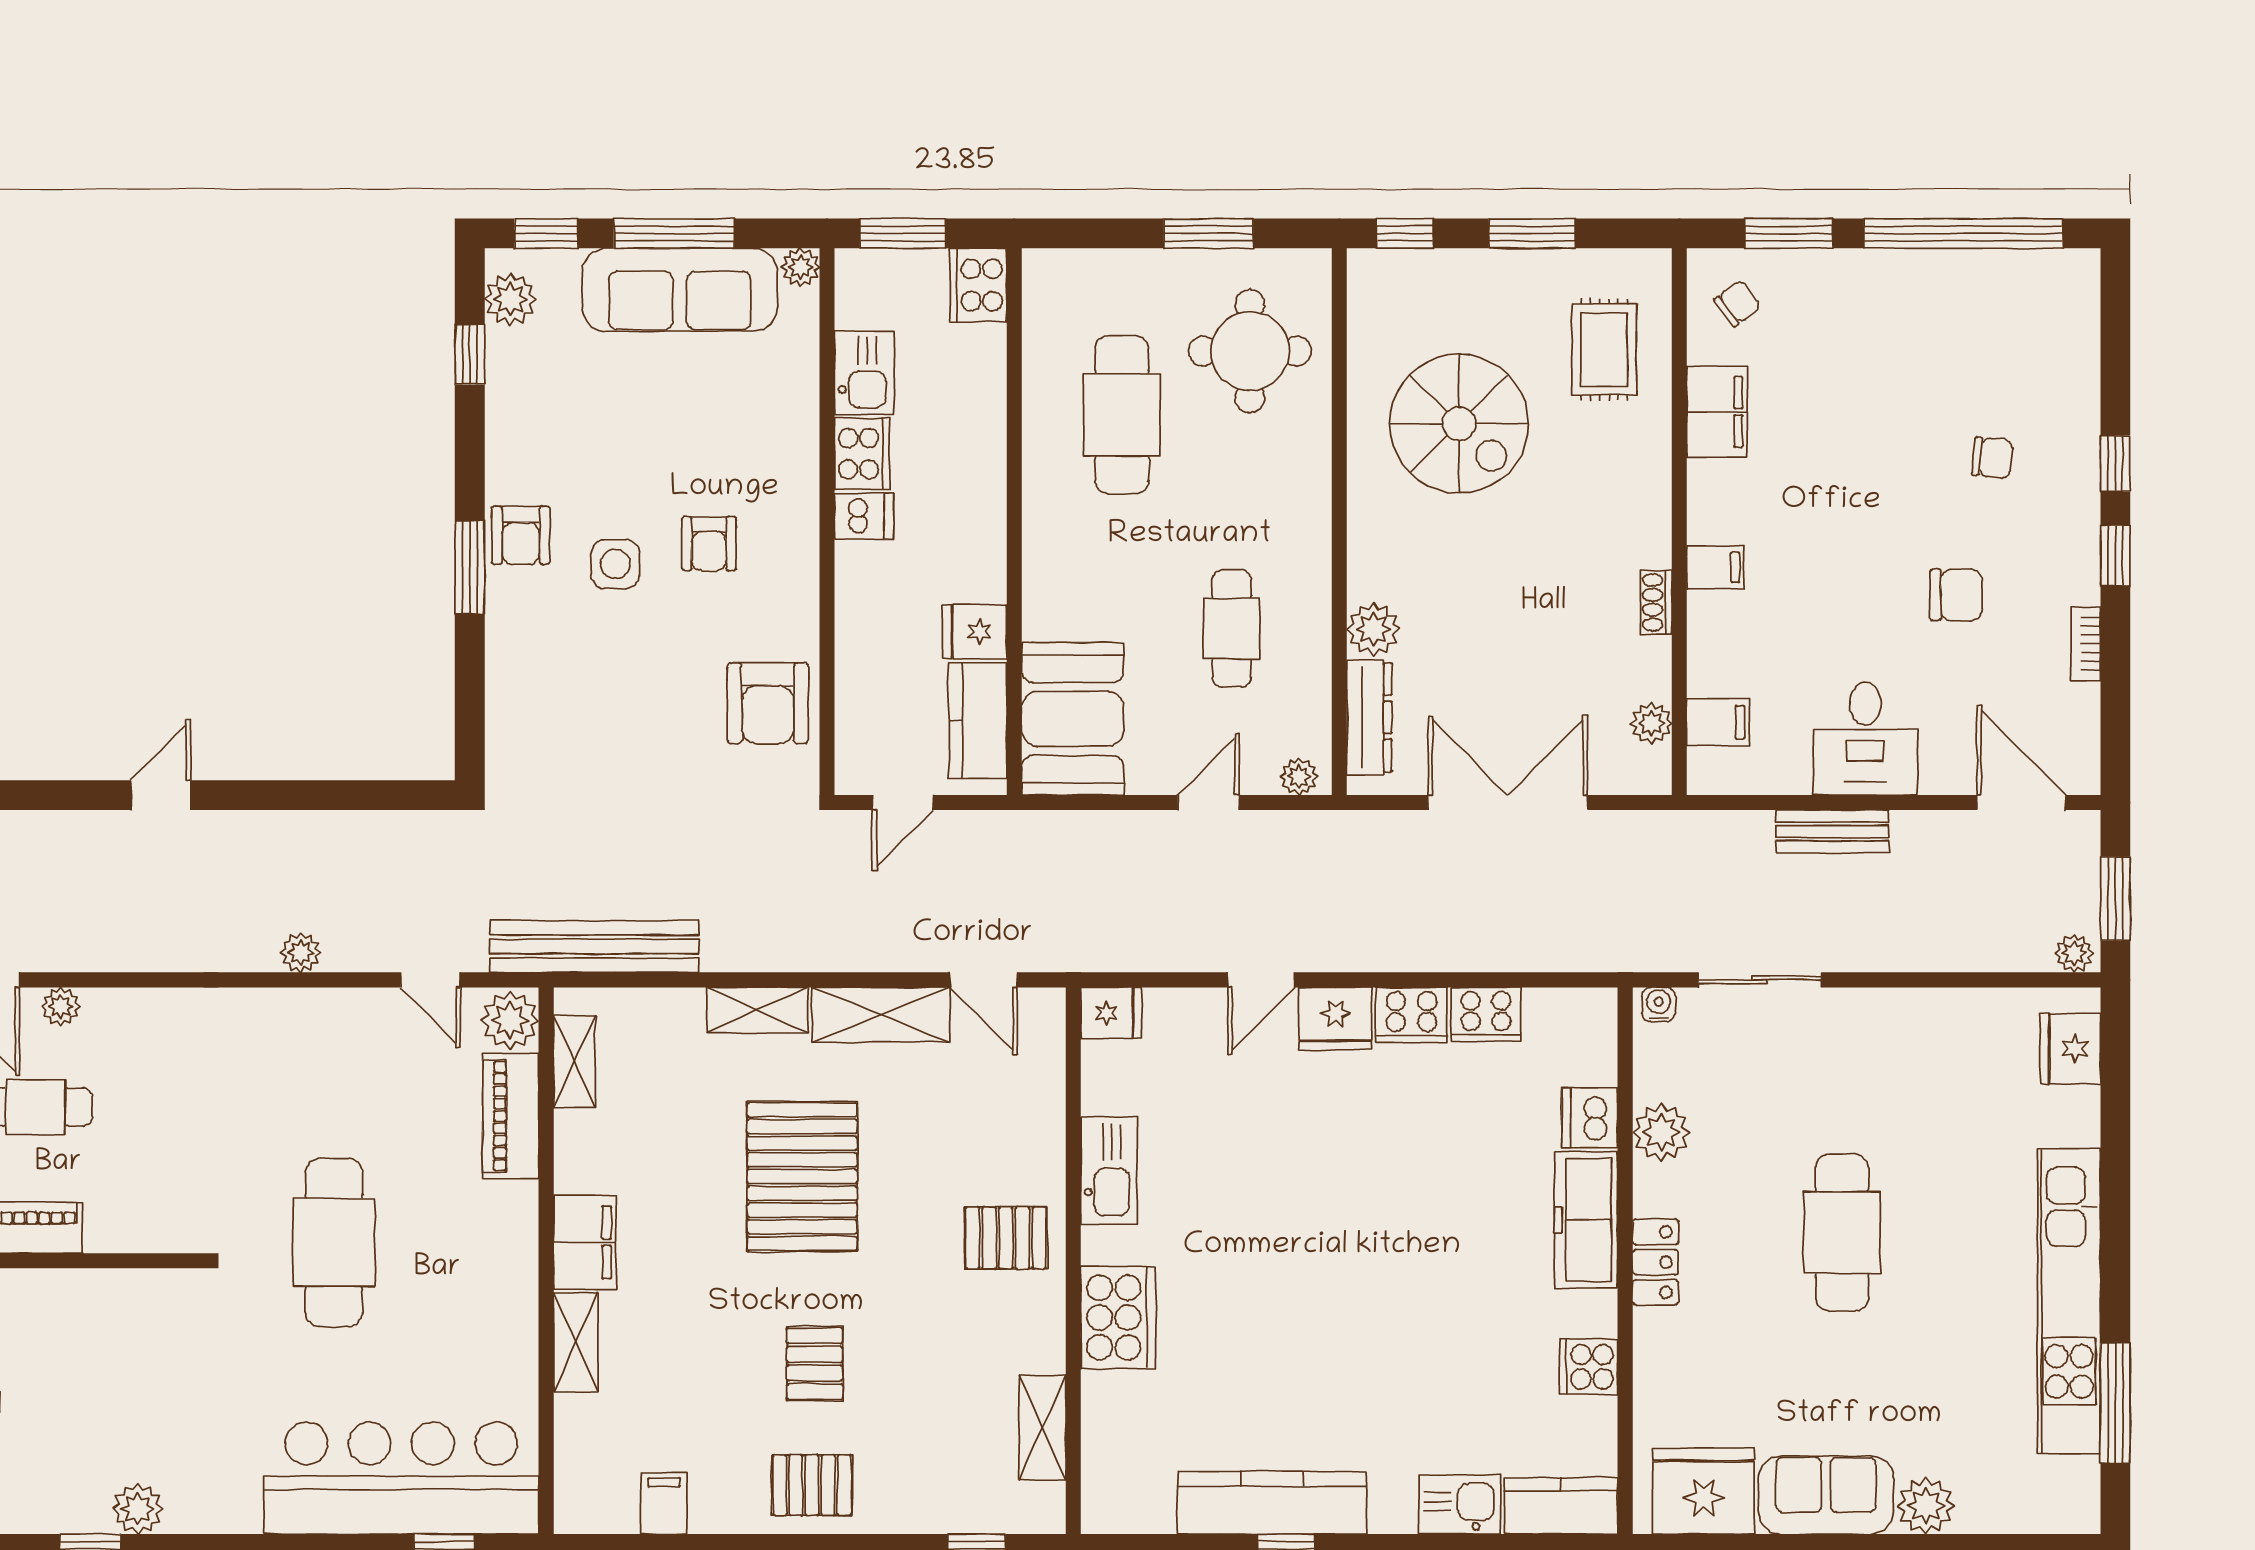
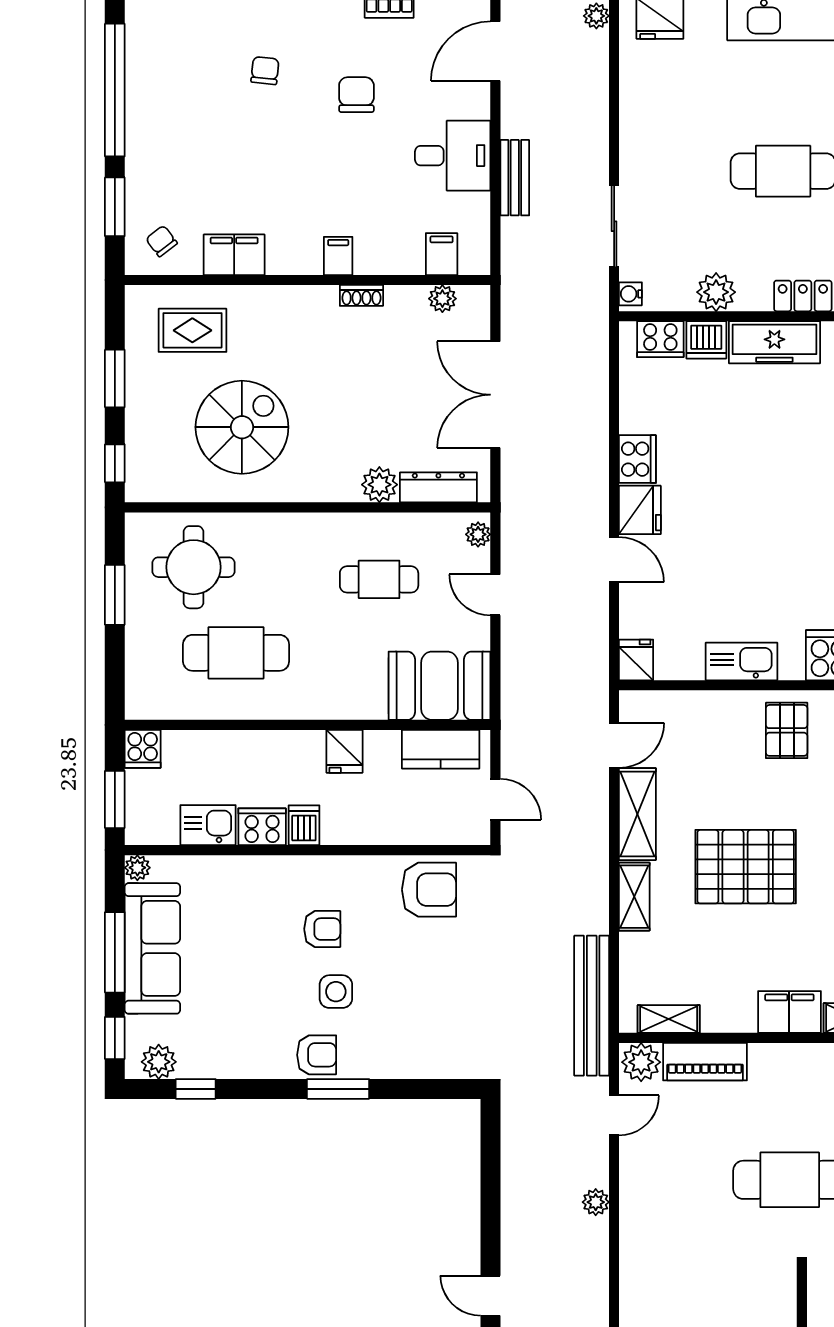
cooker: (978, 285) -> (143, 749), width x0.73
fridge: (975, 632) -> (344, 751), moved
cooker: (1486, 1014) -> (660, 339), moved, turned 90

